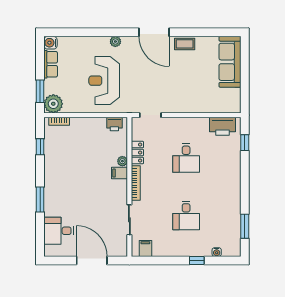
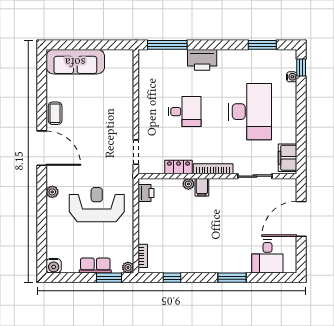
door: (154, 32) -> (42, 148), hinge flipped
row of seats: (51, 64) -> (95, 266), moved
reception desk: (104, 81) -> (97, 205), turned 180
plant: (53, 104) -> (128, 267), width x0.53, depth x0.53
printer: (223, 126) -> (202, 60), moved, turned 90
window: (245, 143) -> (167, 45), width x2.17
desk: (186, 216) -> (250, 112), width x1.87, depth x1.30
filing cabinet: (145, 248) -> (288, 158), width x2.00
window: (197, 260) -> (301, 68), moved

